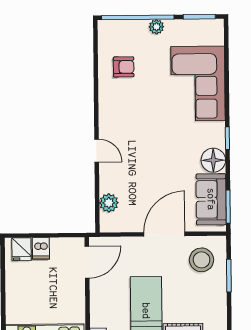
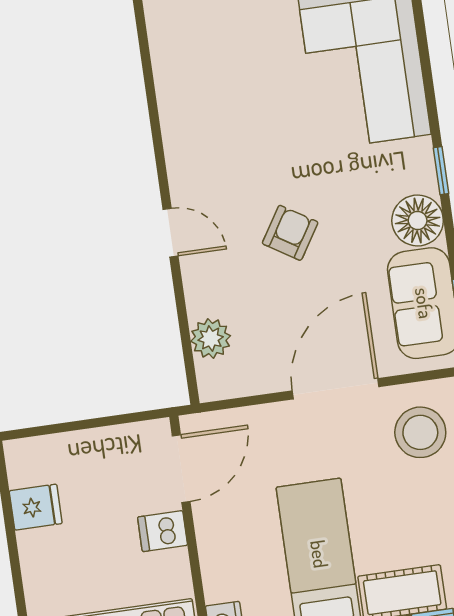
armchair: (124, 67) -> (290, 233), moved, turned -58
dishwasher: (41, 248) -> (163, 531), moved, turned 90
fridge: (22, 249) -> (36, 507), moved, turned -90

